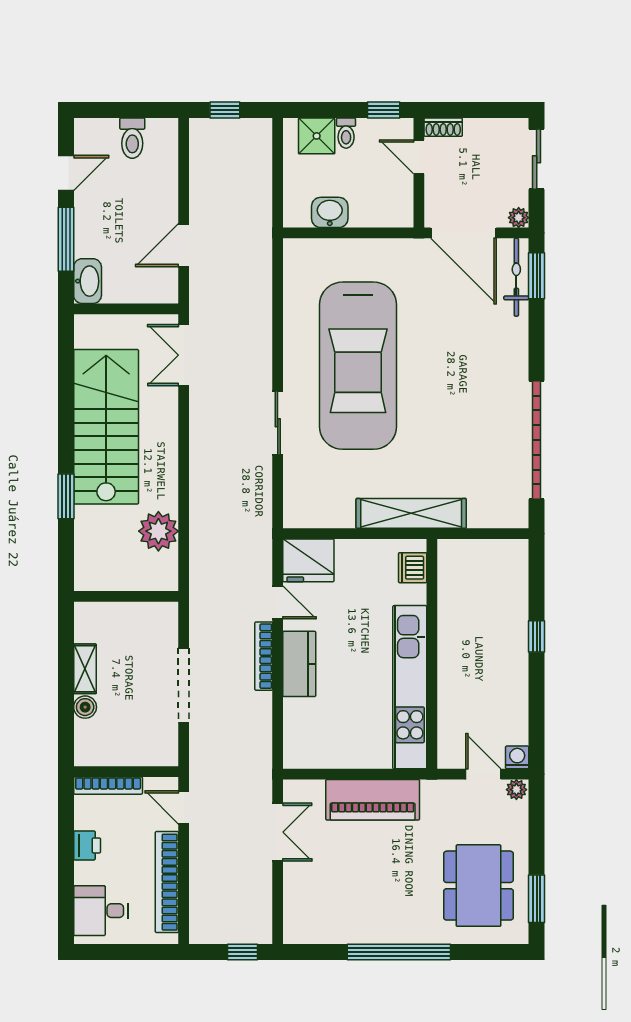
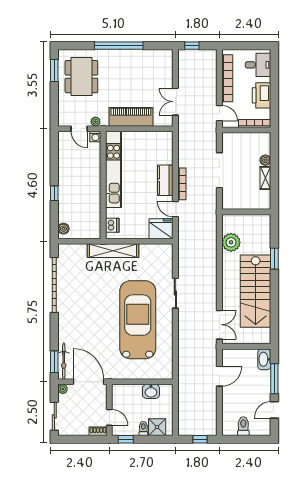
boiler: (517, 561) -> (63, 229), added
washing machine: (517, 757) -> (95, 137), moved
plant: (516, 790) -> (95, 122), moved
printer: (87, 845) -> (261, 95), width x1.87, depth x1.48

